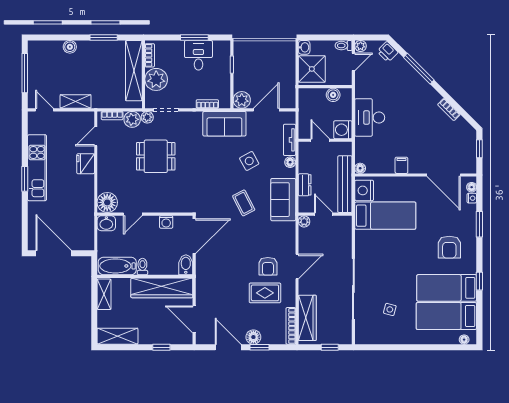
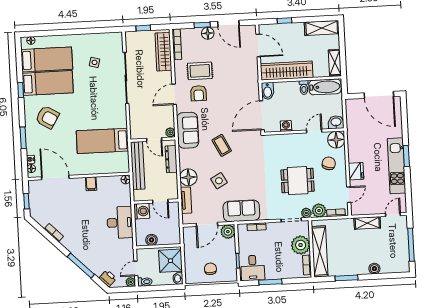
desk: (198, 55) -> (253, 268), moved
chair: (265, 57) -> (210, 269), added
door: (44, 110) -> (393, 215), swing flipped
floor lamp: (290, 162) -> (188, 177), width x1.89, depth x1.89
chair: (118, 175) -> (329, 163), added
dresser: (305, 185) -> (171, 159), width x1.44
nightstand: (364, 190) -> (121, 161), removed
sofa: (283, 200) -> (188, 130), moved
armchair: (449, 247) -> (47, 117), turned 121
armchair: (268, 266) -> (199, 93), turned 180

